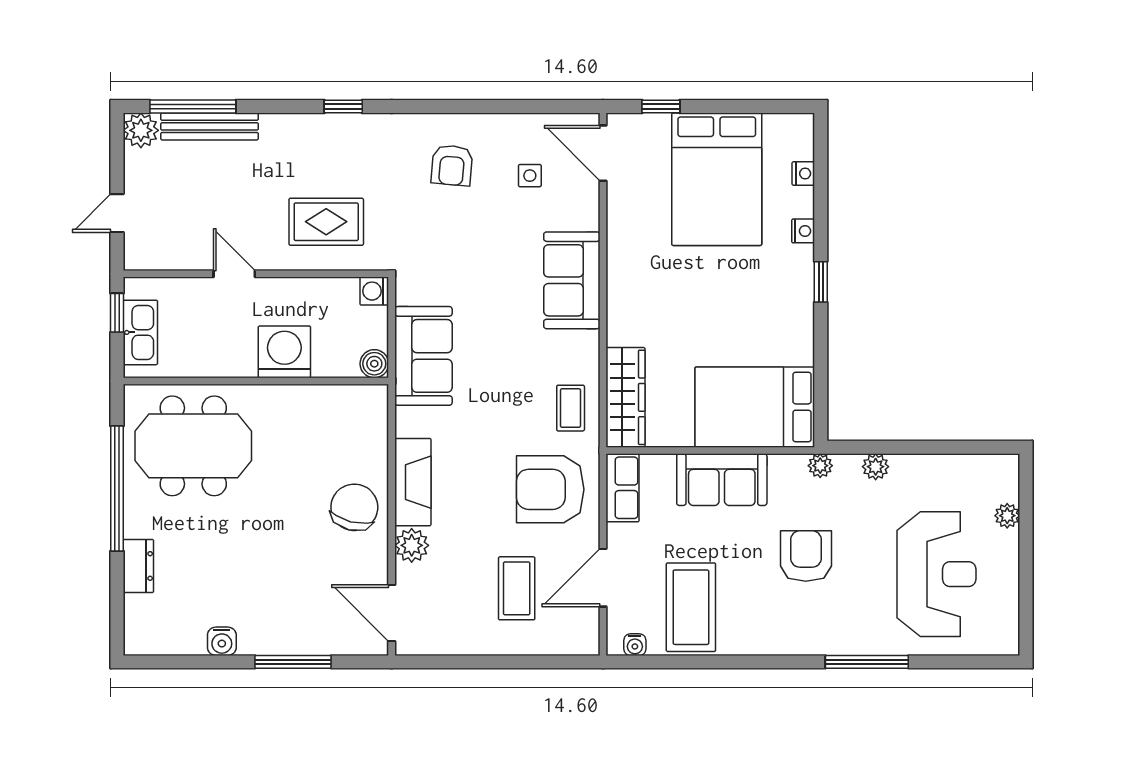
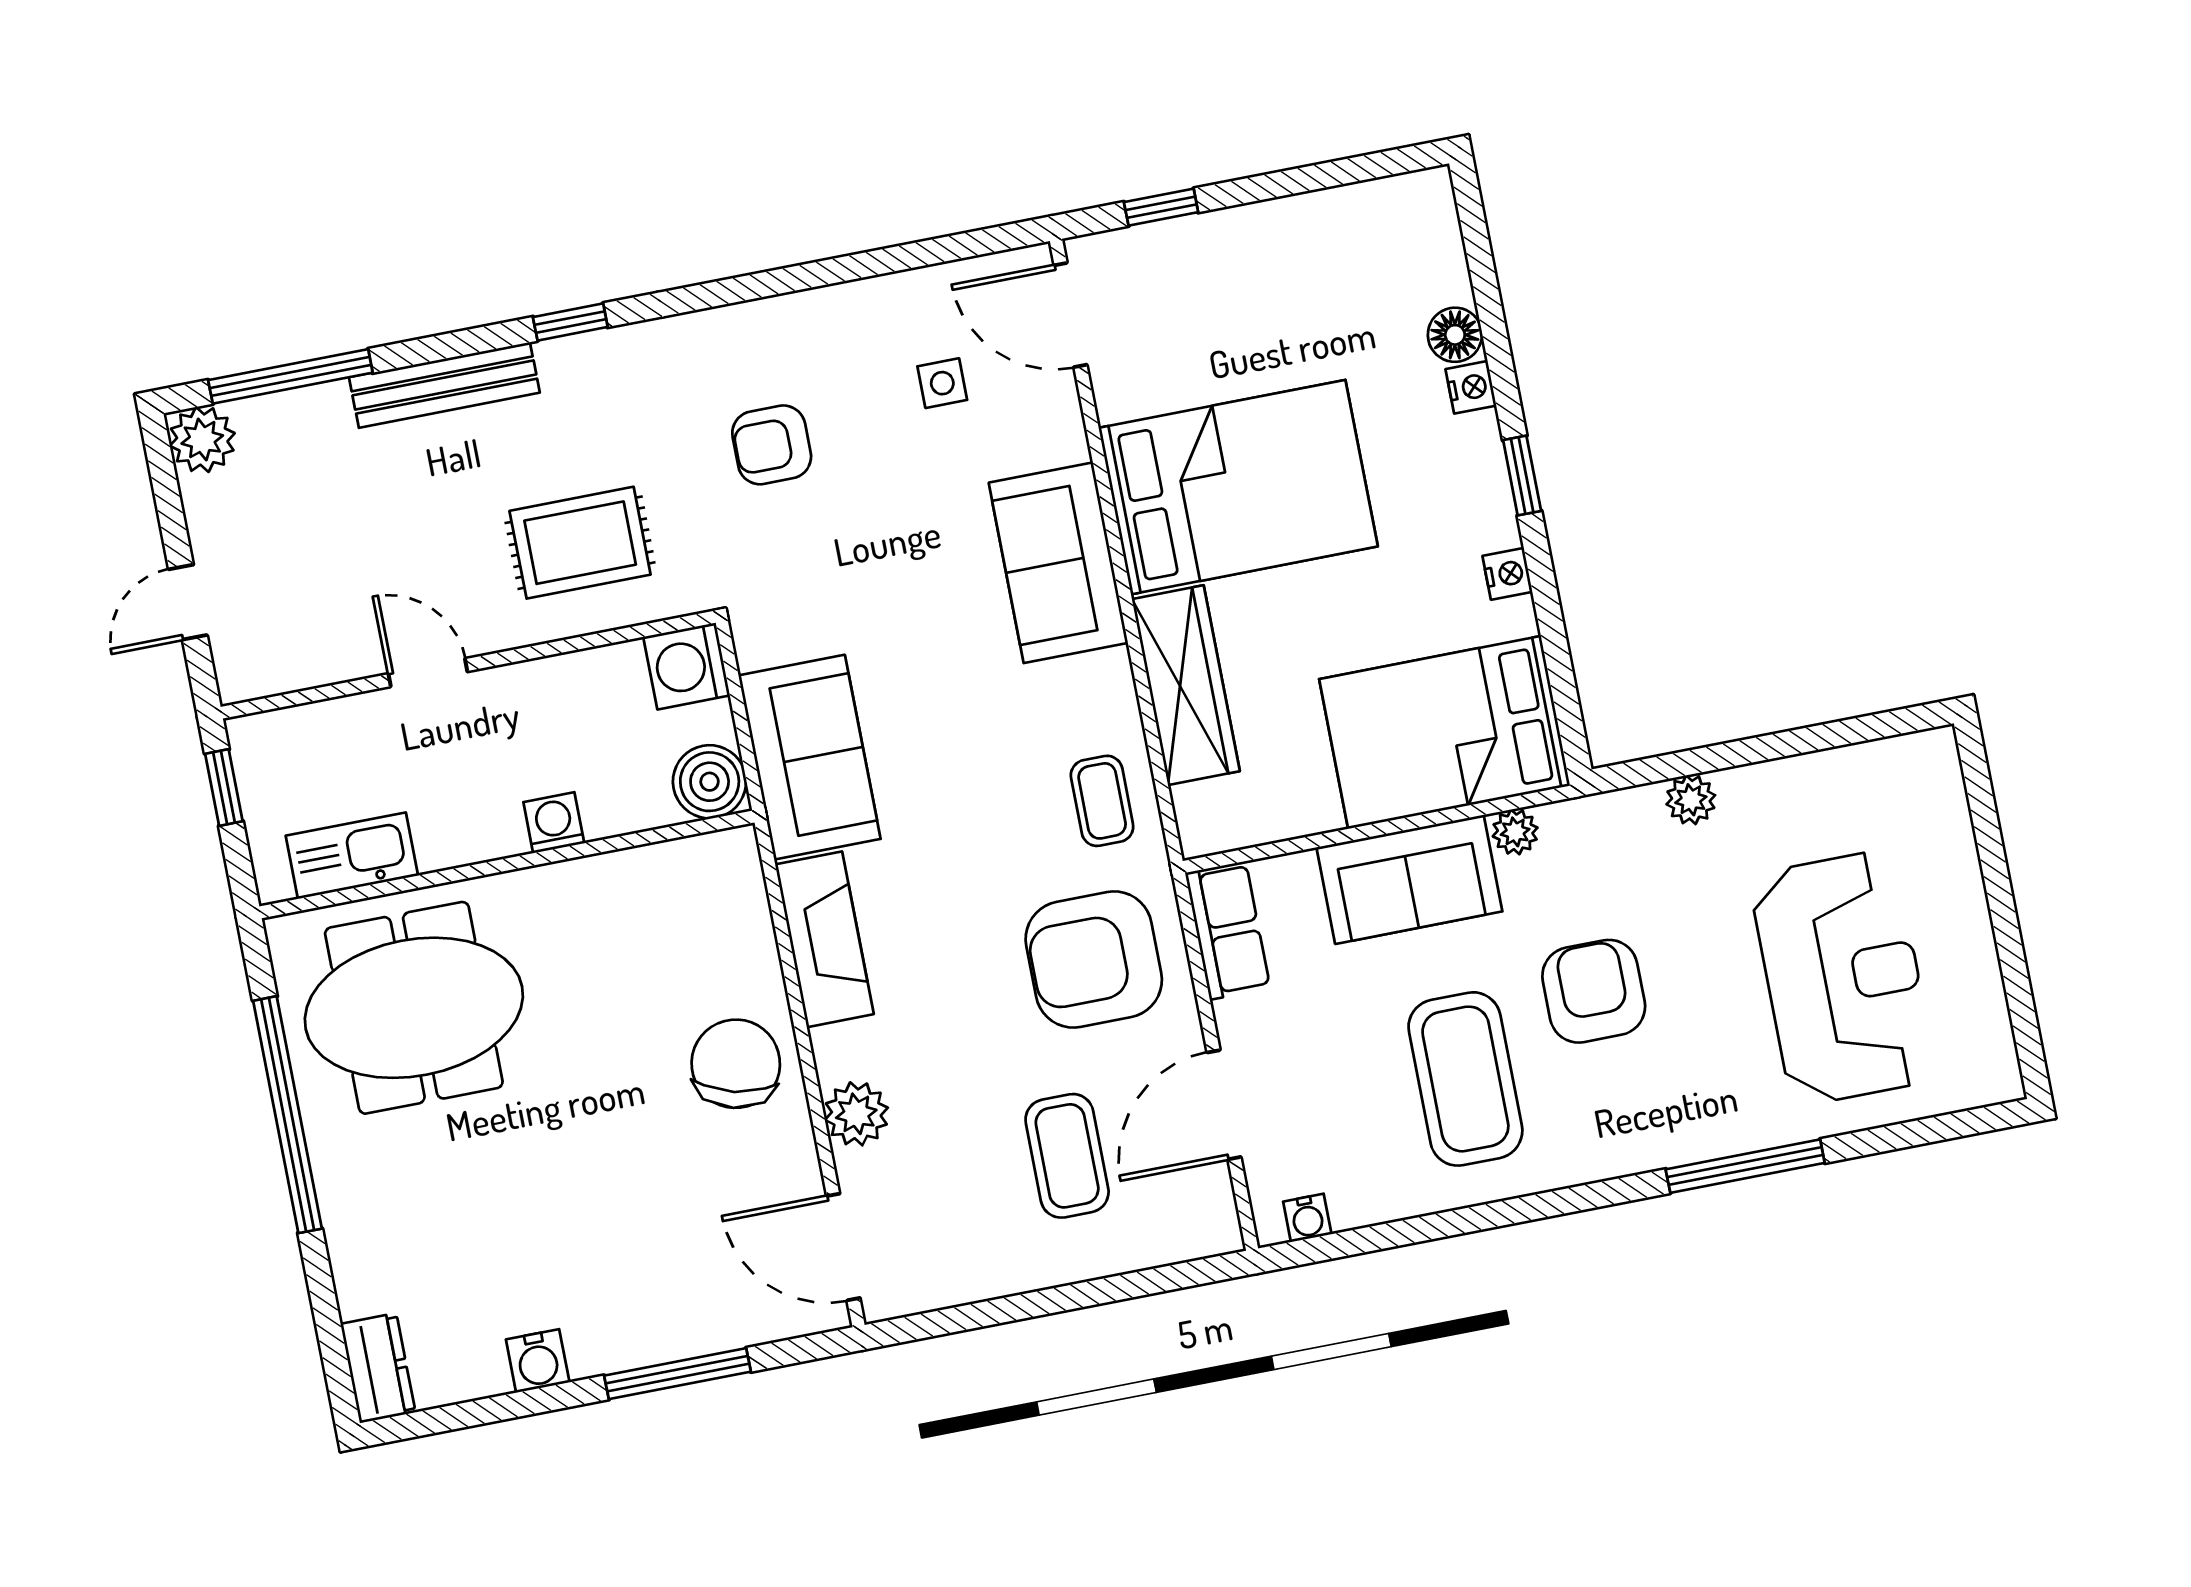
bench: (210, 126) -> (444, 385), moved
armchair: (452, 165) -> (772, 445), moved, turned 85
nightstand: (803, 174) -> (1507, 574), moved
bed: (717, 179) -> (1238, 487), moved, turned -90
floor lamp: (800, 202) -> (1455, 335), added
washing machine: (374, 291) -> (687, 666), width x1.38, depth x1.38
kitchen sink: (140, 332) -> (352, 856), moved, turned -90
washing machine: (284, 352) -> (554, 823), width x0.53, depth x0.53
boiler: (374, 364) -> (710, 782), width x1.36, depth x1.36
wardrobe: (626, 397) -> (1186, 685), moved
plant: (820, 466) -> (1515, 832), moved
fireplace: (413, 482) -> (824, 939), moved
plant: (1007, 516) -> (1953, 843), removed
dresser: (138, 566) -> (378, 1368), moved
coffee table: (691, 607) -> (1465, 1079), moved

